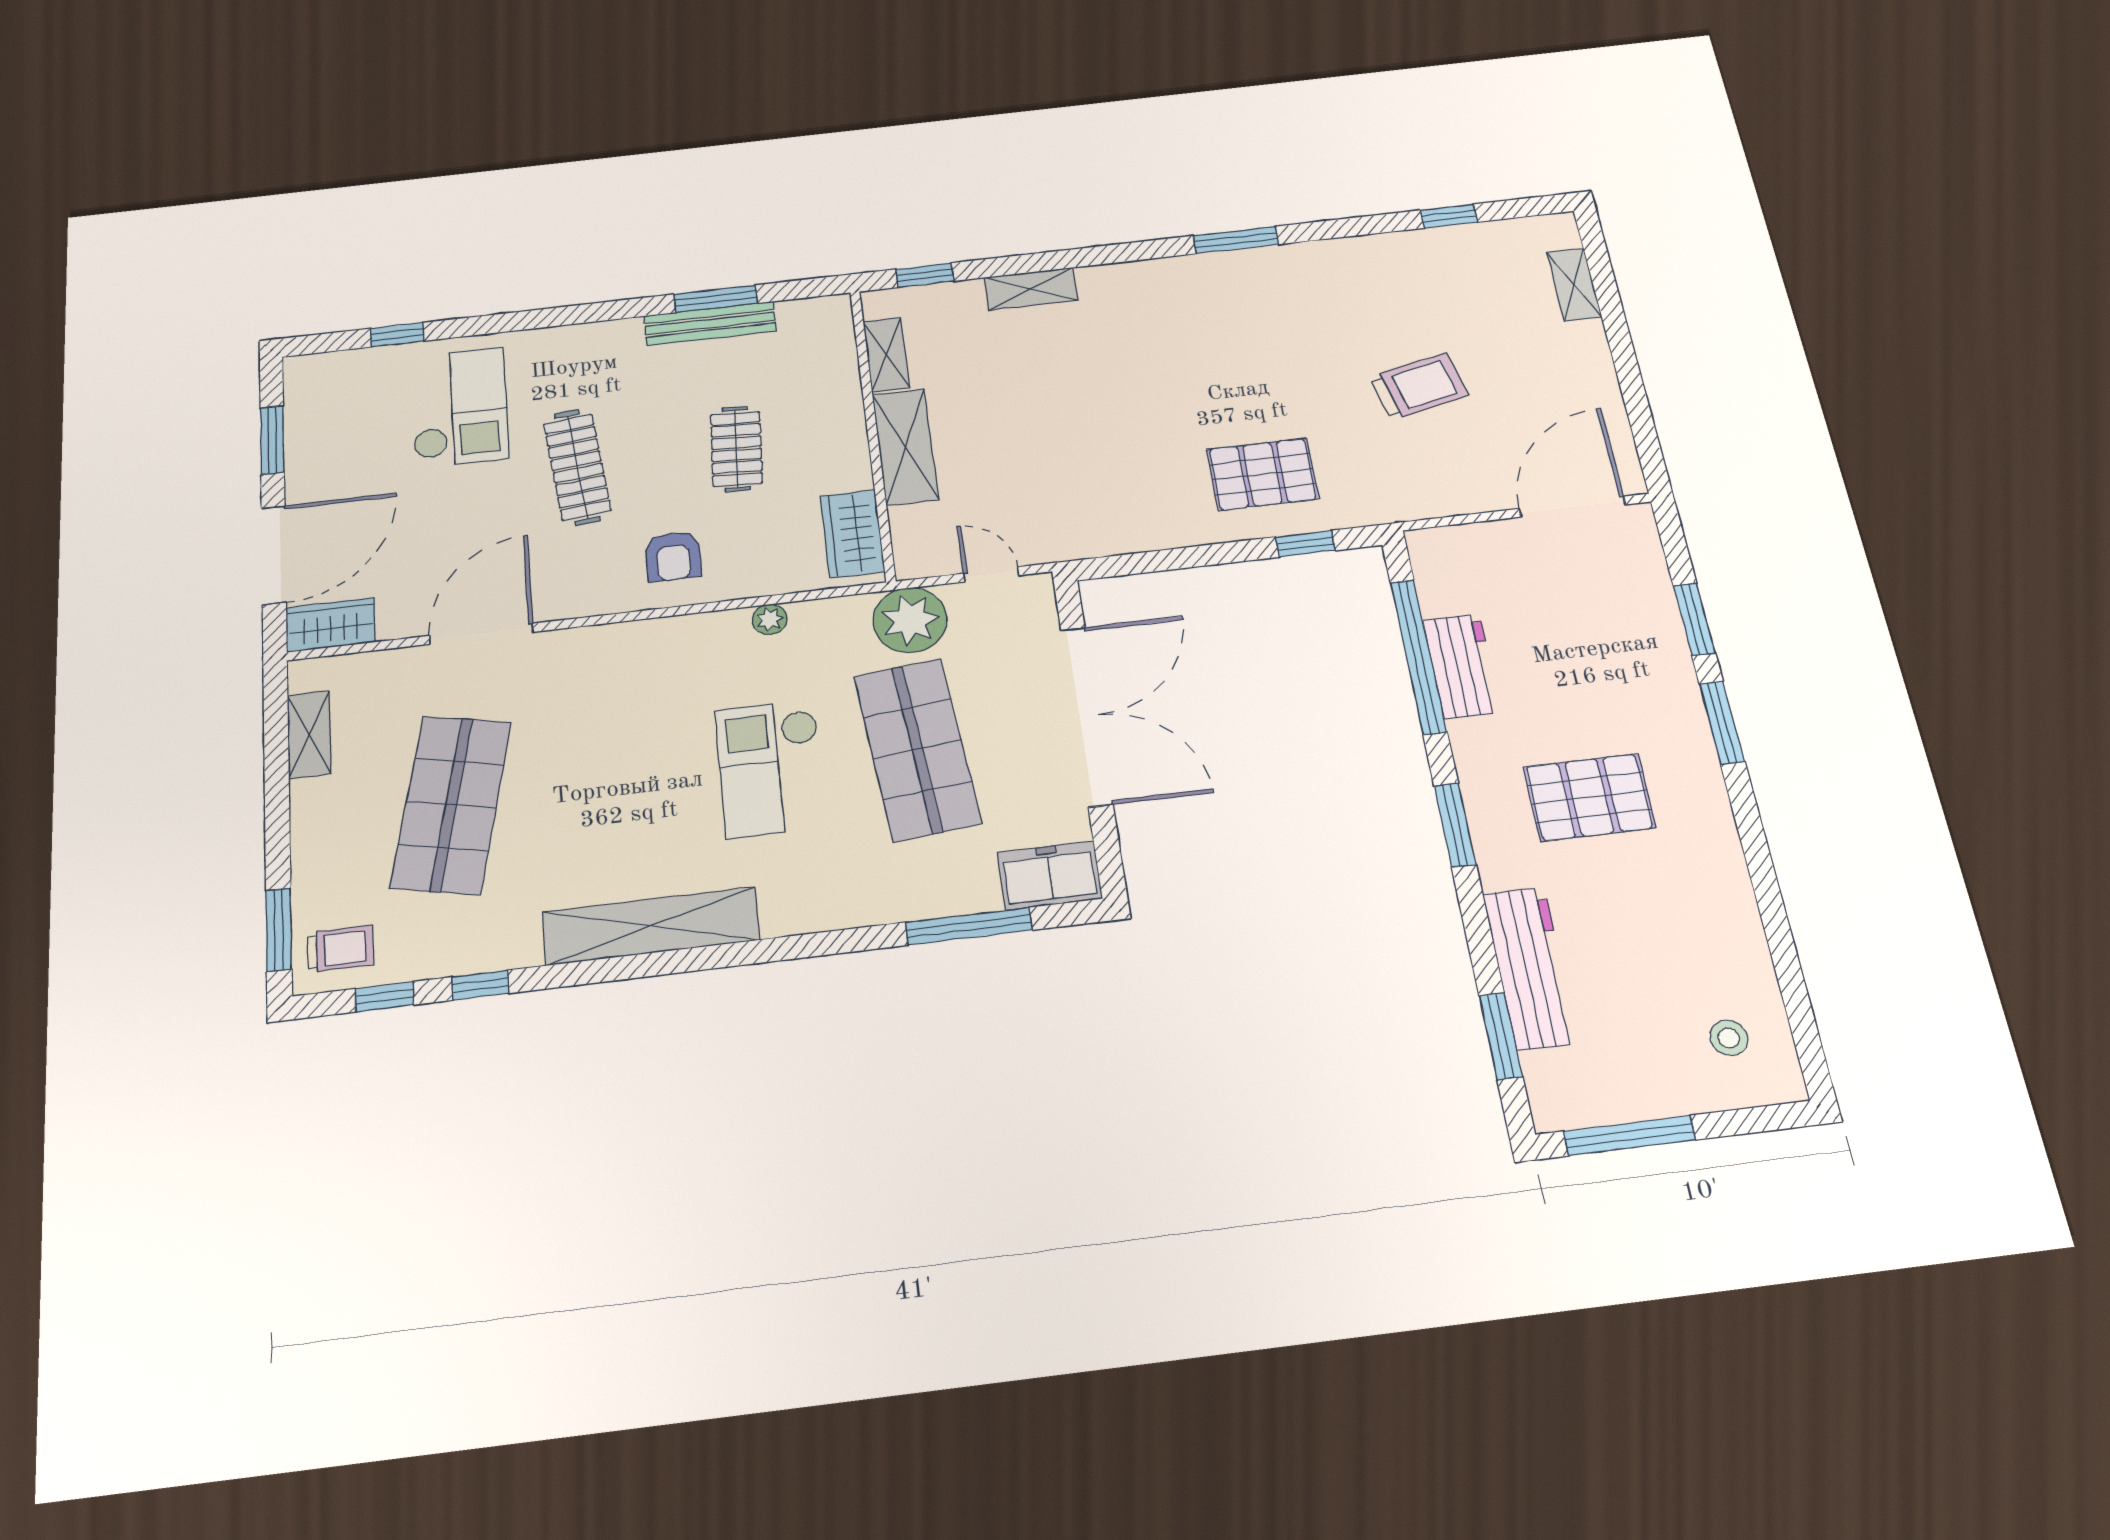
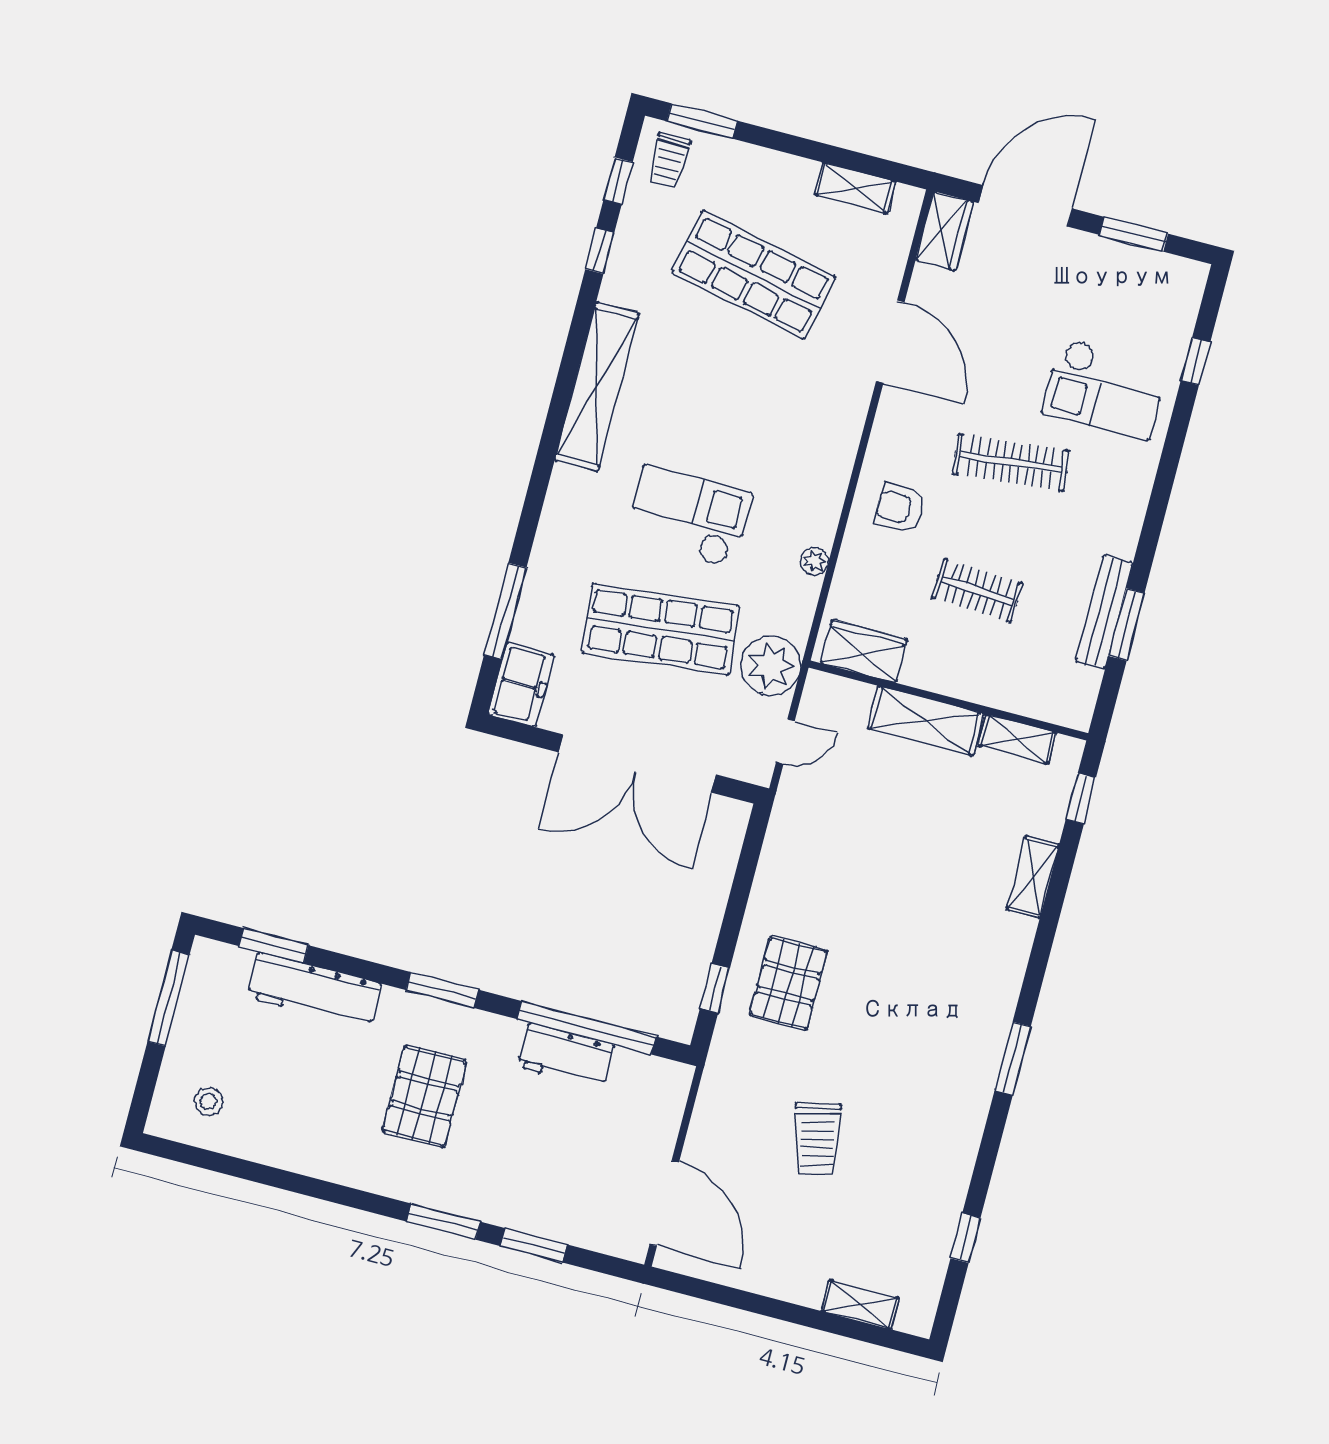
door: (274, 555) -> (1025, 206), swing flipped

